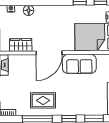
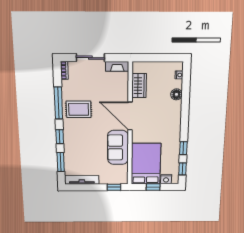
rug: (43, 100) -> (79, 109), turned 90

